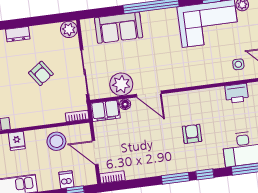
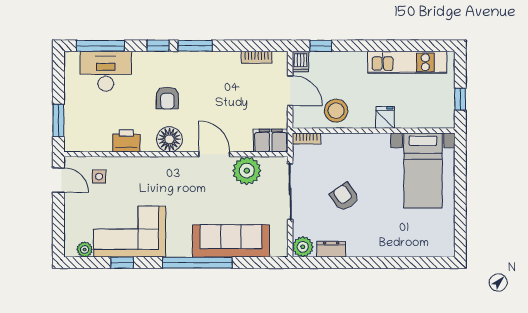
sofa: (119, 28) -> (231, 241), width x1.36
dresser: (18, 34) -> (331, 249), moved
printer: (237, 93) -> (126, 141), moved
floor lamp: (125, 104) -> (169, 139), moved, width x1.89, depth x1.89
bookcase: (112, 177) -> (257, 57), moved
dishwasher: (66, 180) -> (300, 62), moved

